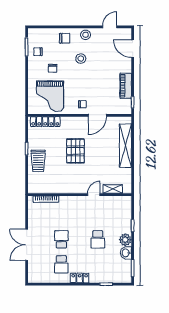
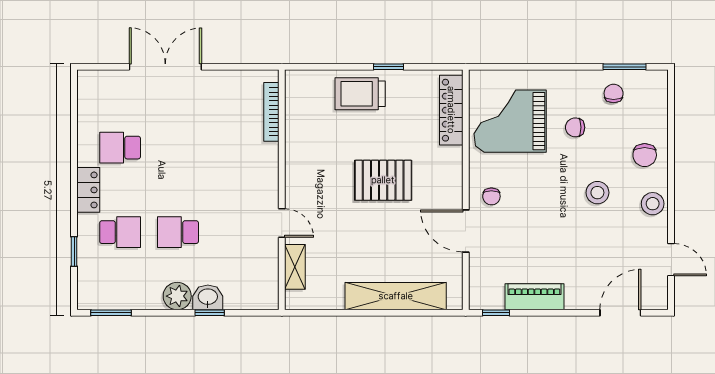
school desk: (61, 239) -> (120, 232), moved
washbasin: (126, 253) -> (208, 297), moved

